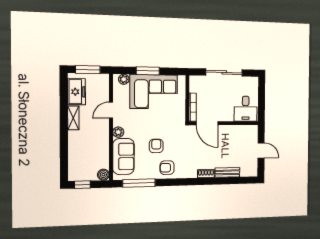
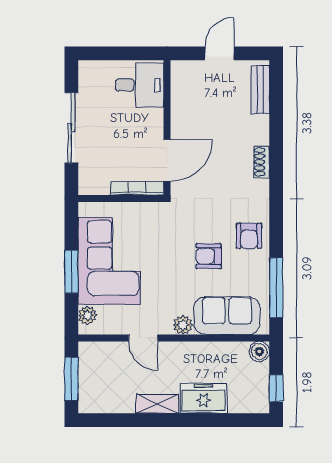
freezer: (76, 92) -> (204, 398), moved
bench: (227, 172) -> (260, 90), moved

